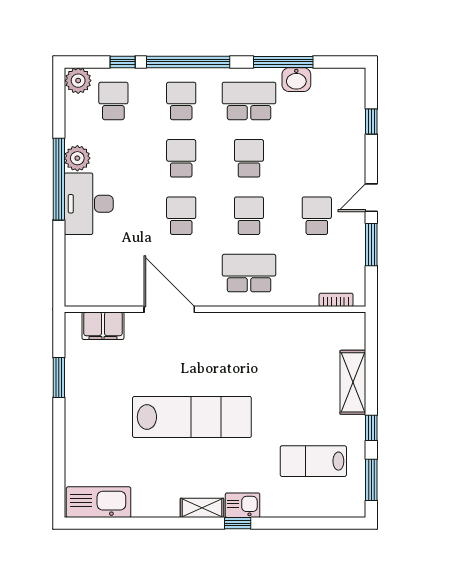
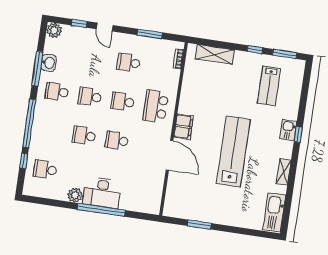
plant: (78, 81) -> (54, 30), moved
school desk: (181, 101) -> (51, 131), removed
school desk: (249, 101) -> (57, 92), width x0.54
window: (59, 179) -> (101, 210), moved
door: (371, 198) -> (105, 27), moved
door: (169, 309) -> (170, 155), swing flipped
filing cabinet: (103, 326) -> (184, 127), moved
shelving: (353, 382) -> (215, 54), moved
shelving: (202, 508) -> (284, 172), moved

